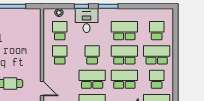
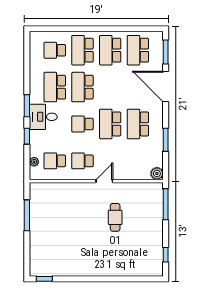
desk: (87, 21) -> (43, 117), moved
school desk: (124, 79) -> (110, 87), removed
school desk: (157, 79) -> (110, 50), width x1.85
door: (42, 89) -> (104, 181), moved

